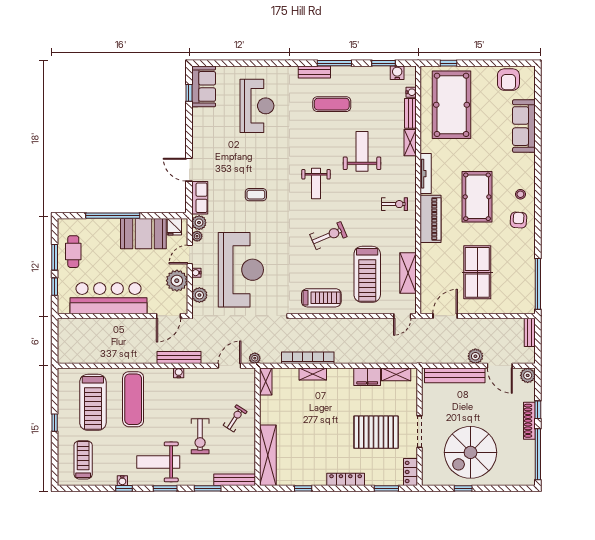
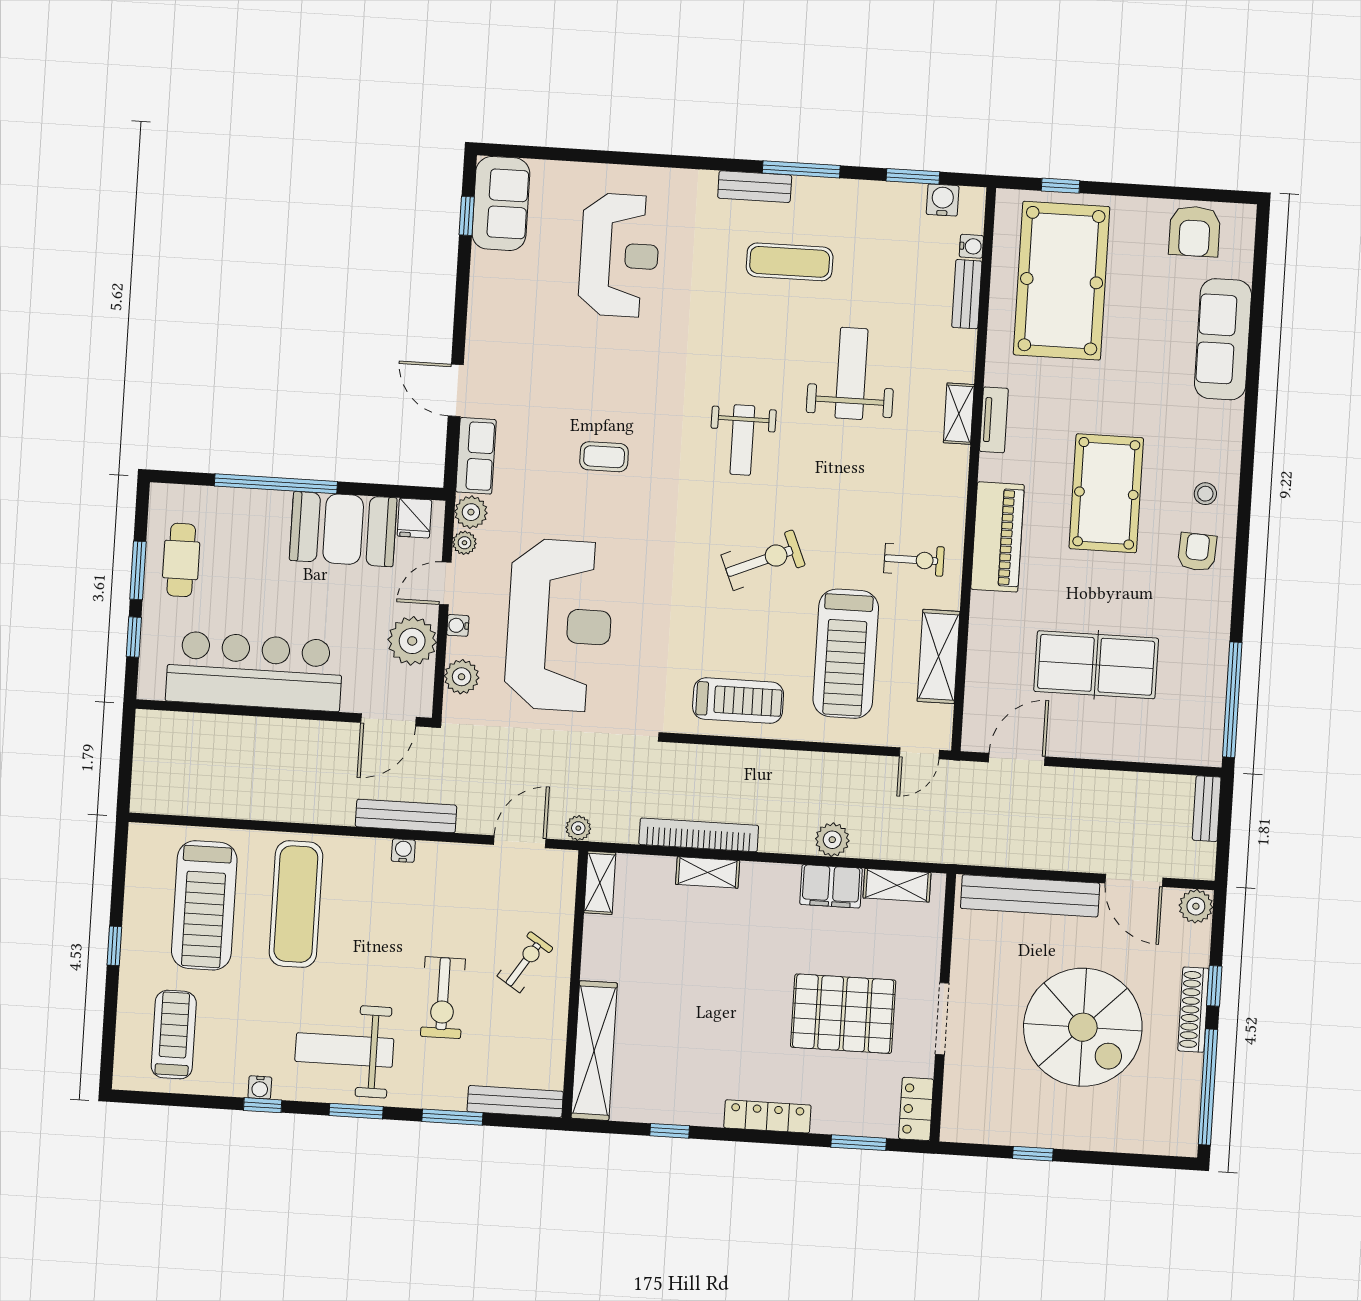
shelving: (410, 143) -> (959, 414), moved
tv unit: (426, 174) -> (994, 420), width x0.71
exercise bike: (395, 204) -> (914, 560), moved
table tennis table: (477, 272) -> (1096, 665), turned 90
plant: (475, 356) -> (832, 840), moved
spiral stairs: (471, 452) -> (1083, 1027), moved, turned -90

